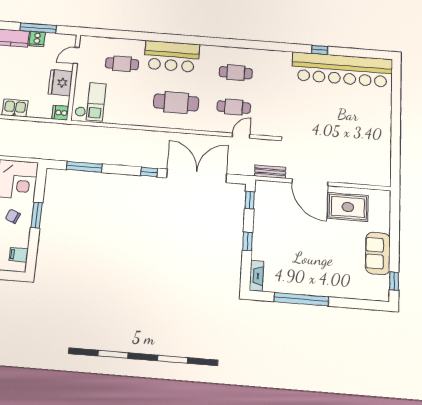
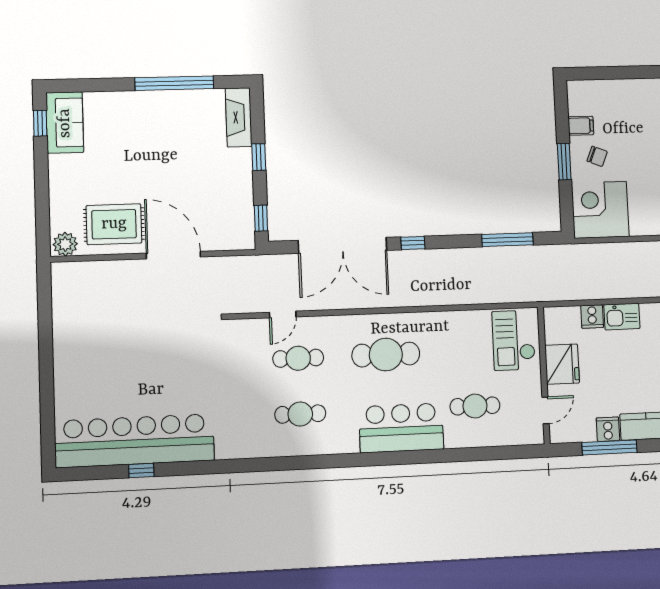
window: (320, 50) -> (141, 470), moved
cooker: (60, 113) -> (592, 316), moved, turned 90
bench: (270, 172) -> (234, 264), removed
plant: (381, 198) -> (65, 244), added
sofa: (378, 253) -> (65, 123), moved
filing cabinet: (19, 255) -> (581, 126), moved
fireplace: (256, 276) -> (239, 117), width x1.37, depth x1.32

